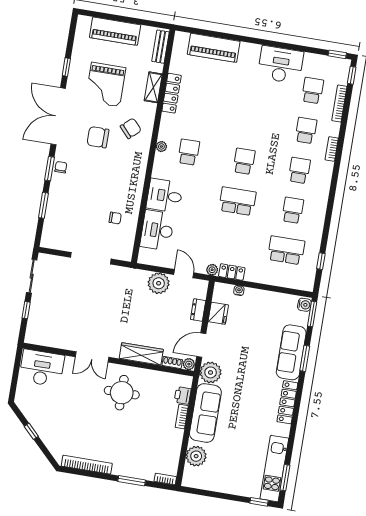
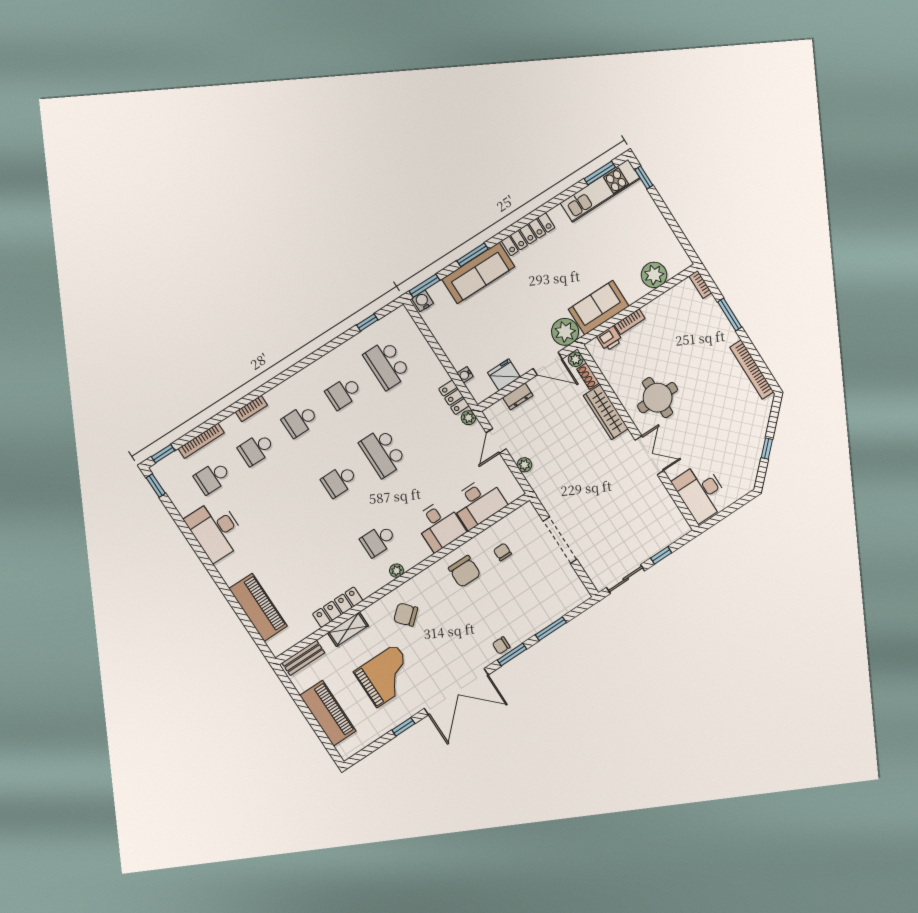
chair: (98, 137) -> (465, 571), moved
plant: (159, 283) -> (524, 465), width x0.53, depth x0.53
sofa: (205, 413) -> (599, 308), width x0.73

